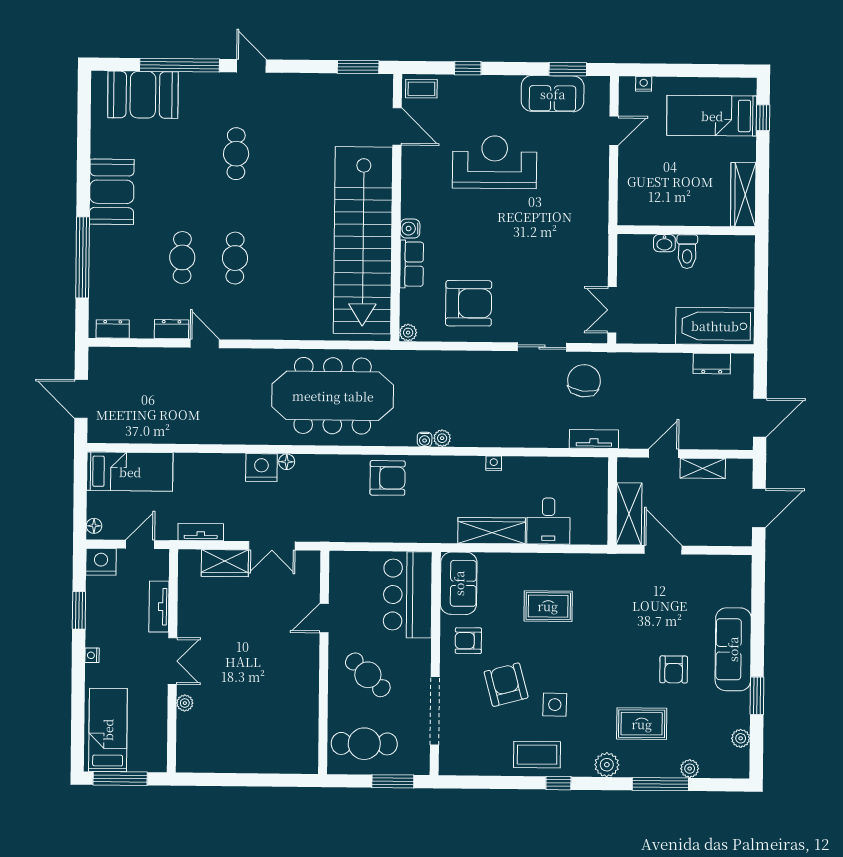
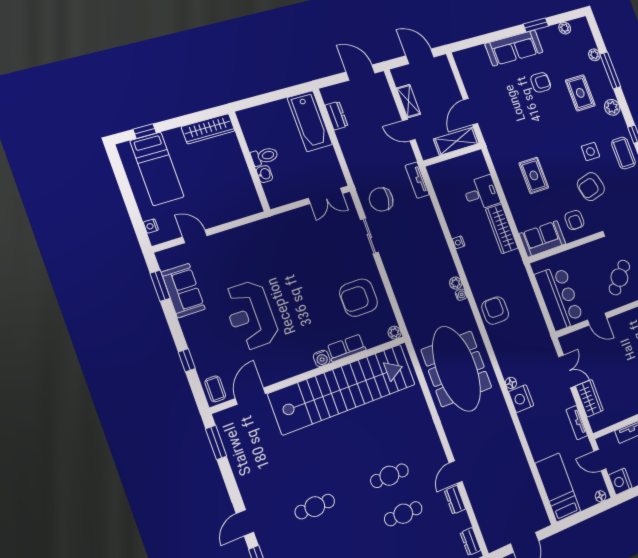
armchair: (469, 303) -> (359, 298), turned -90
bar counter: (408, 595) -> (559, 298), moved, turned -90

